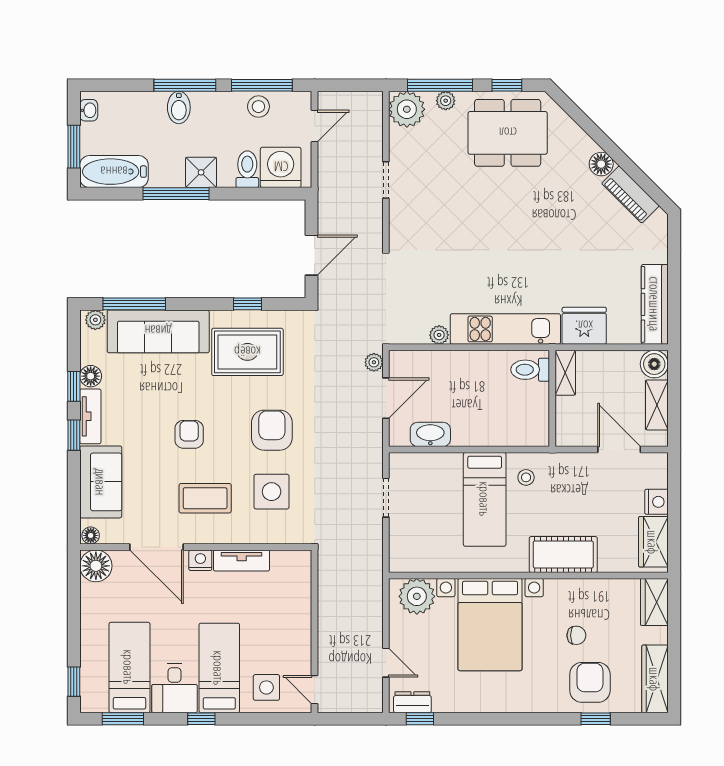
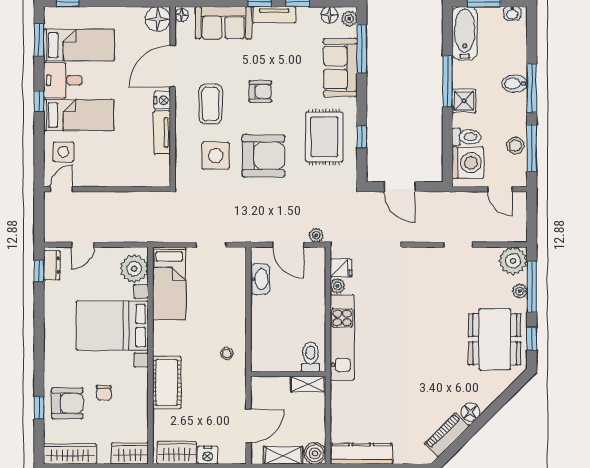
fridge: (584, 326) -> (341, 268), moved, width x0.53, depth x0.75
sofa: (158, 331) -> (340, 67), width x0.73
floor lamp: (91, 376) -> (329, 15), moved
armchair: (272, 430) -> (263, 156), width x1.36, depth x1.36
bed: (485, 499) -> (169, 283), moved, turned -90

